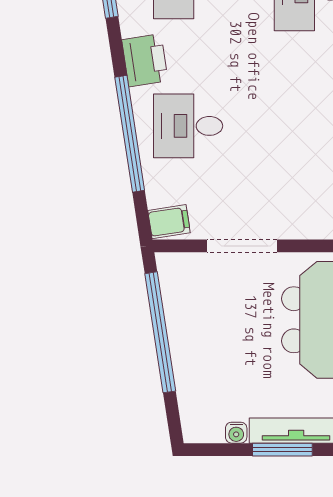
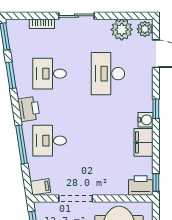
window: (130, 134) -> (21, 144), width x0.68

